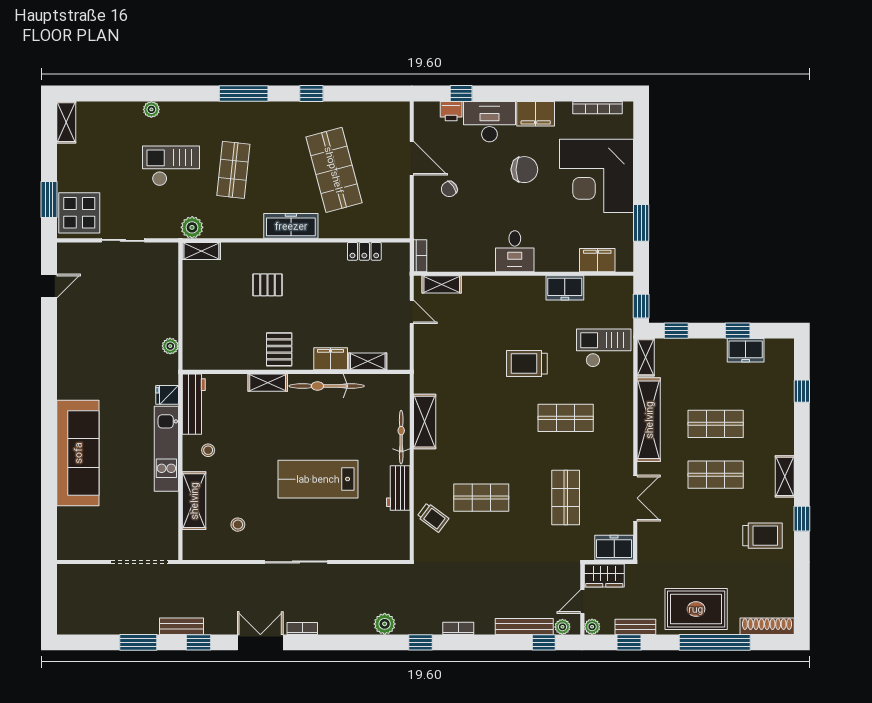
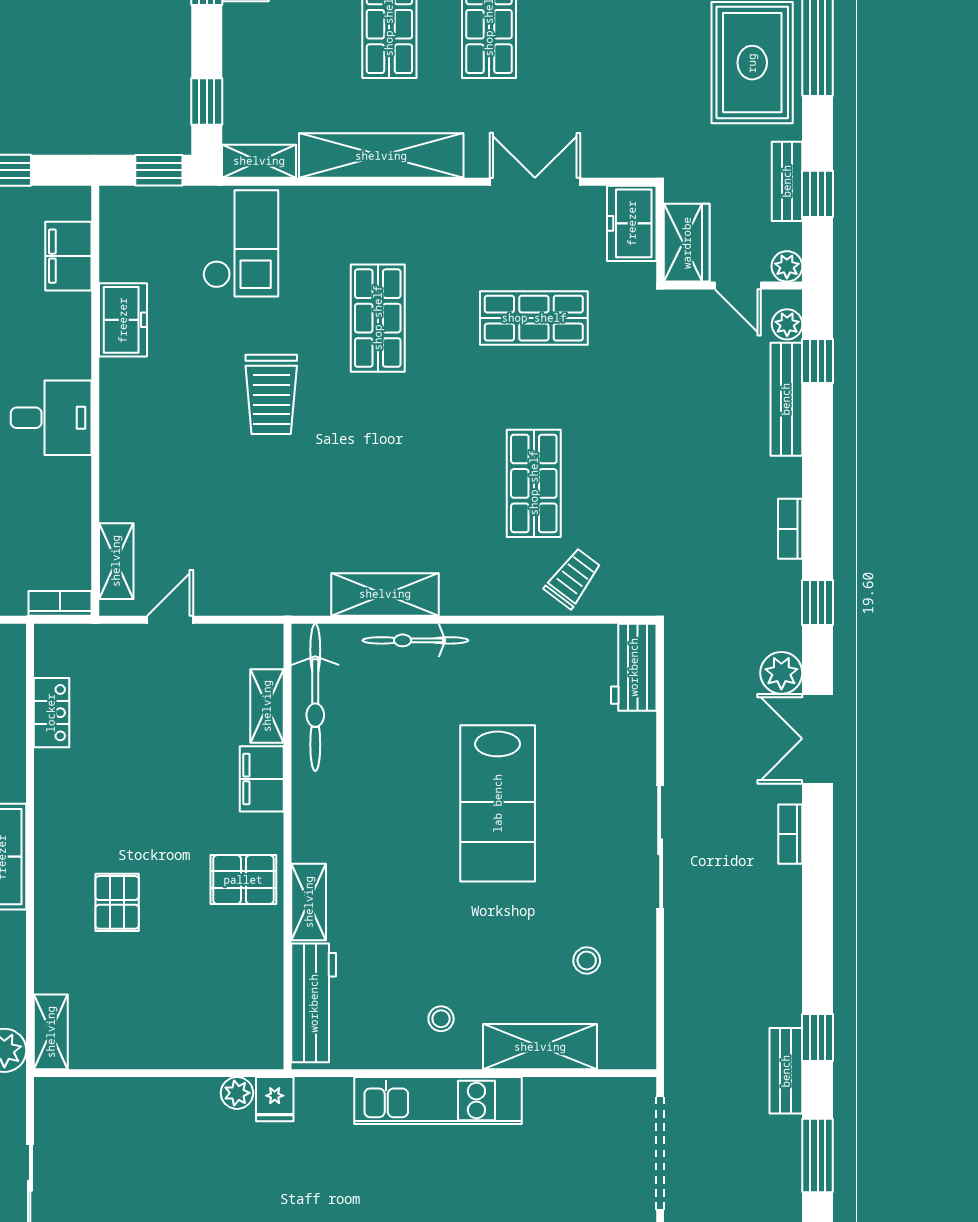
checkout: (604, 348) -> (241, 243), turned 180
bicycle: (327, 386) -> (315, 697), moved
fridge: (167, 395) -> (275, 1099), moved
workbench: (194, 404) -> (314, 1003), moved, turned 90
workbench: (398, 488) -> (634, 667), moved, turned 90
double door: (260, 642) -> (818, 739), moved

